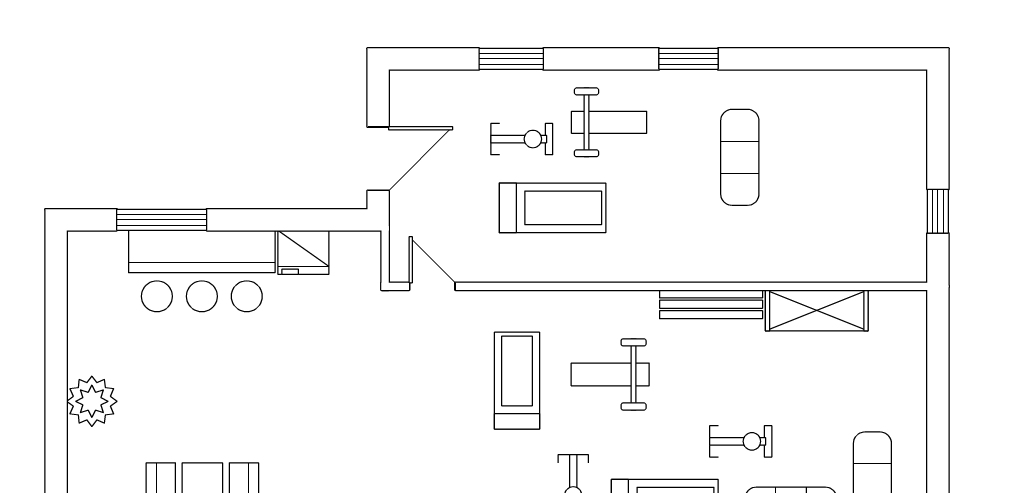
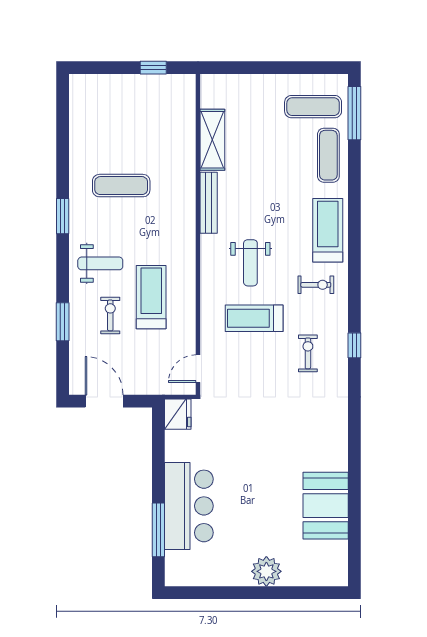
weight bench: (609, 122) -> (100, 263), turned 90
door: (378, 159) -> (104, 401), moved
fridge: (303, 252) -> (178, 414), moved
exercise bike: (741, 441) -> (308, 353), moved

